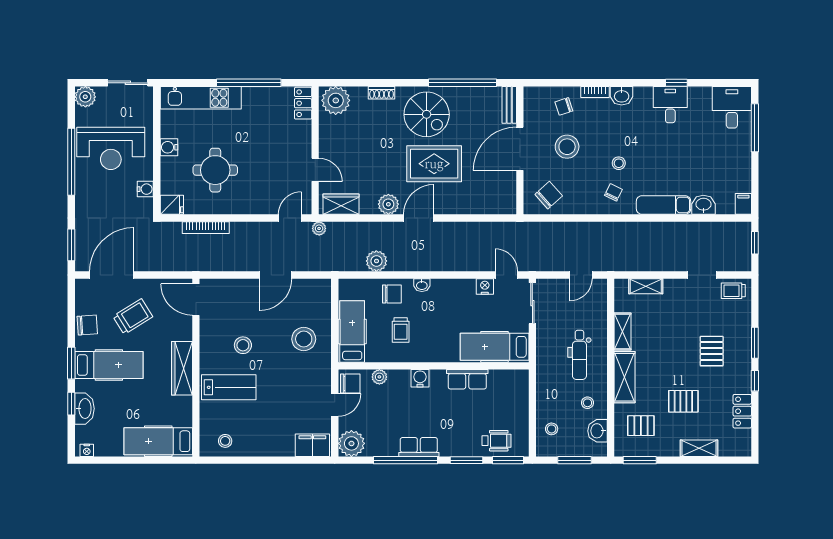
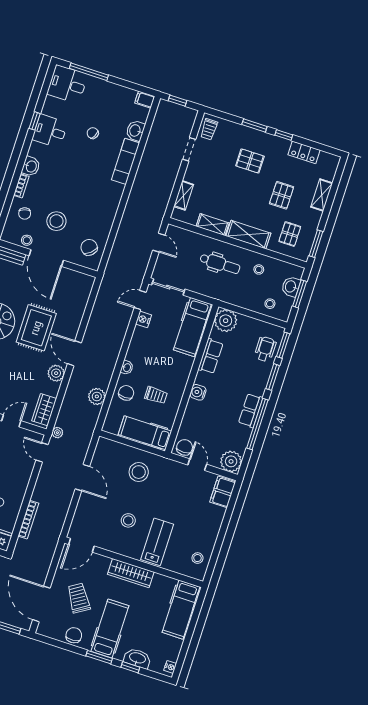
stool: (619, 163) -> (27, 240), moved
chair: (613, 192) -> (93, 133), moved
plant: (379, 377) -> (226, 321), moved, width x1.87, depth x1.87
washbasin: (598, 431) -> (291, 287), moved, turned 90

